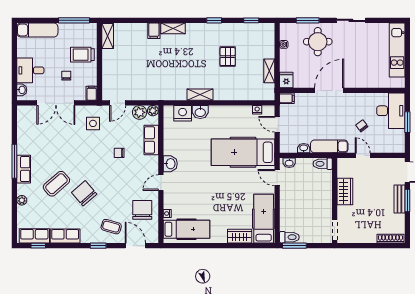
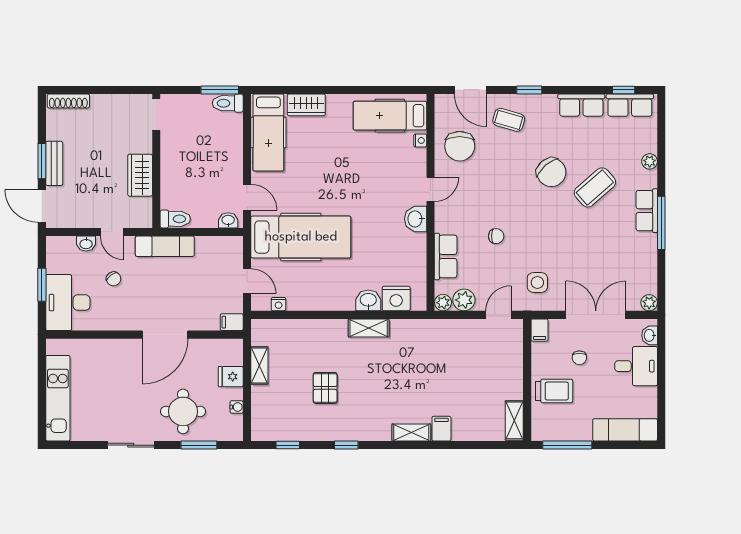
fridge: (286, 80) -> (231, 377), moved, turned 90
plant: (22, 111) -> (649, 303), added
washbasin: (304, 148) -> (86, 244), moved

